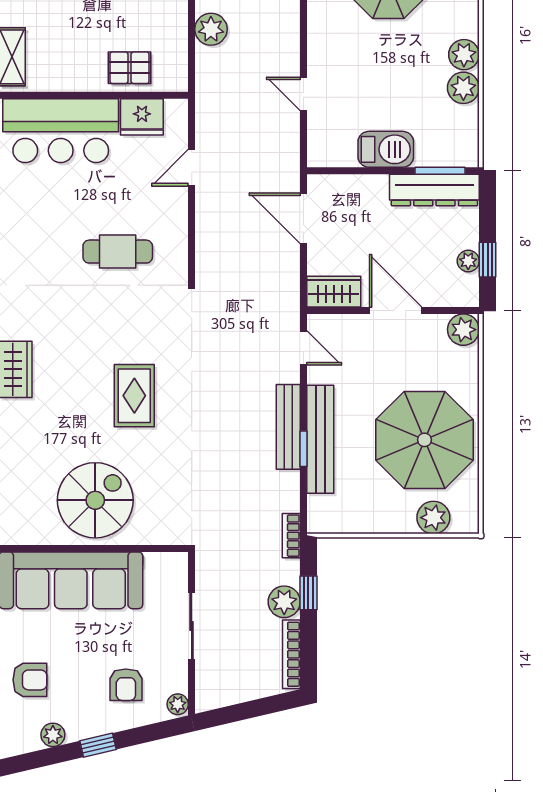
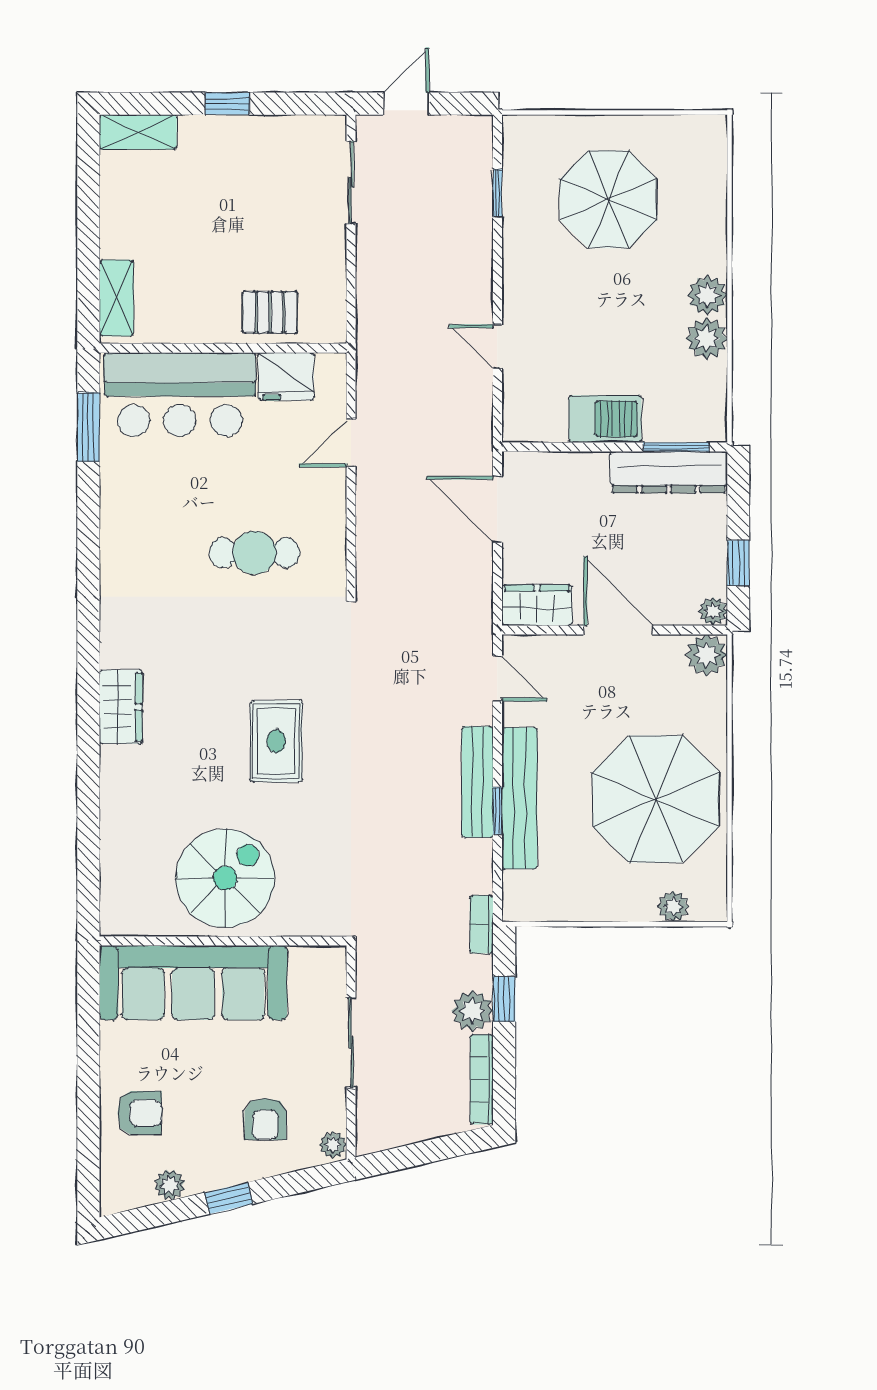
plant: (211, 29) -> (377, 262), removed
plant: (468, 261) -> (713, 611), moved
plant: (433, 518) -> (673, 906), width x0.73, depth x0.73

